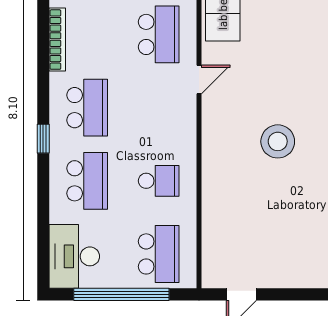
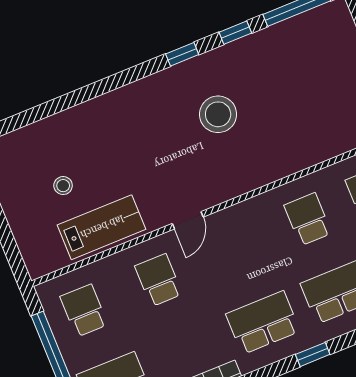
school desk: (159, 34) -> (158, 280), width x0.54
door: (199, 80) -> (188, 220), swing flipped

